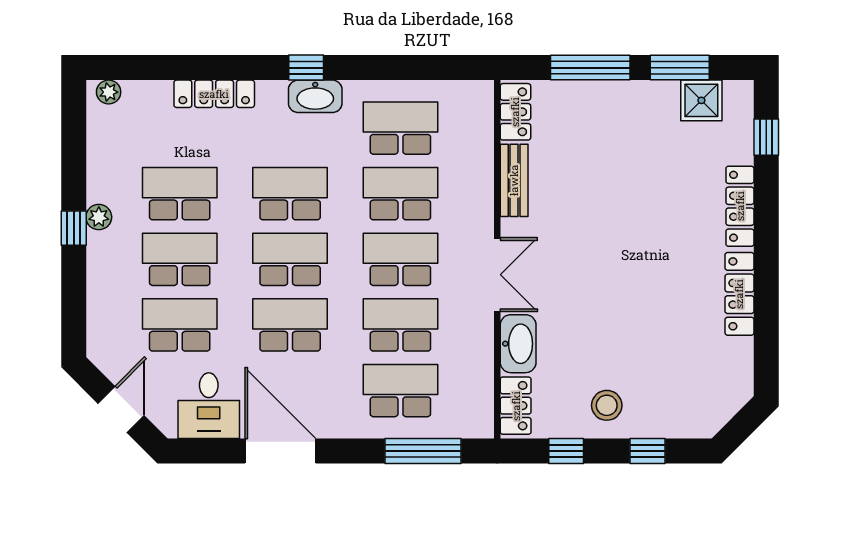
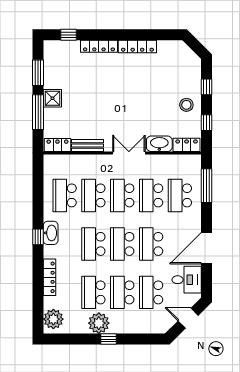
plant: (109, 92) -> (53, 319), width x1.88, depth x1.88
shower: (701, 100) -> (52, 98), moved
plant: (99, 217) -> (99, 323), width x1.87, depth x1.87

